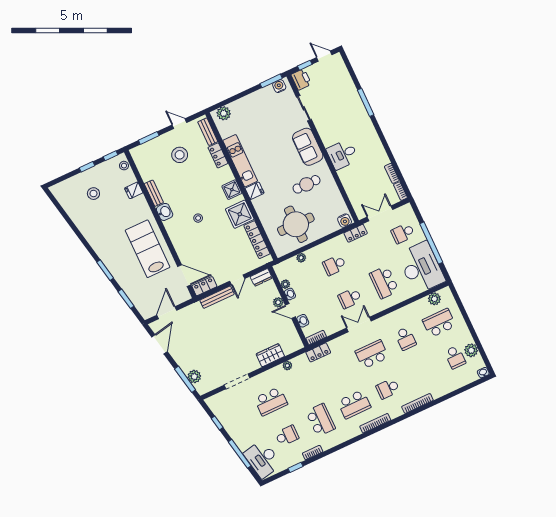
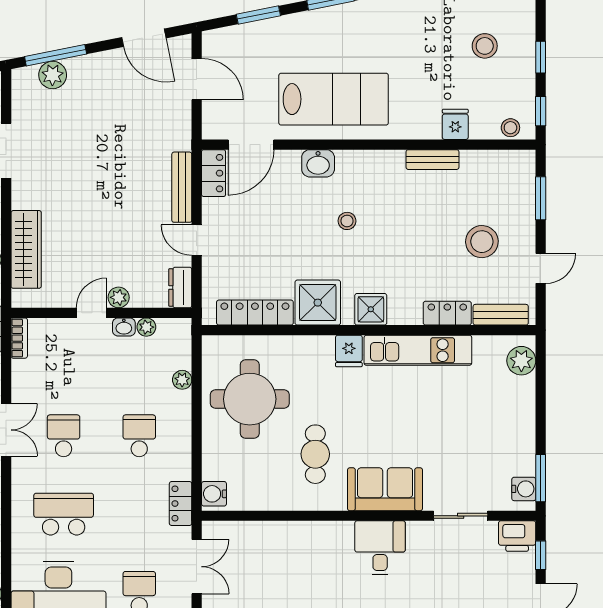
desk: (342, 154) -> (380, 548), moved
washbasin: (165, 212) -> (318, 163), moved
washbasin: (303, 321) -> (62, 328), removed
wardrobe: (270, 355) -> (26, 249), width x1.50

